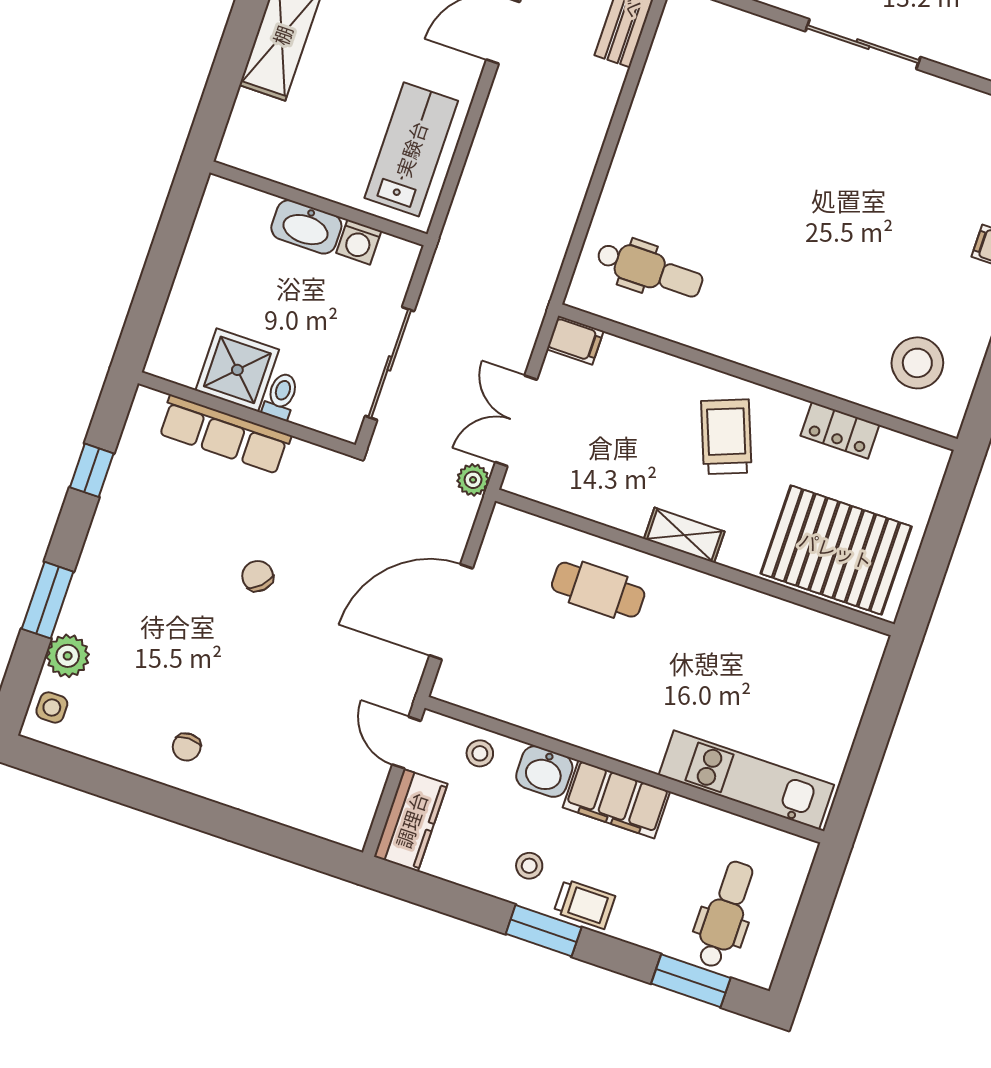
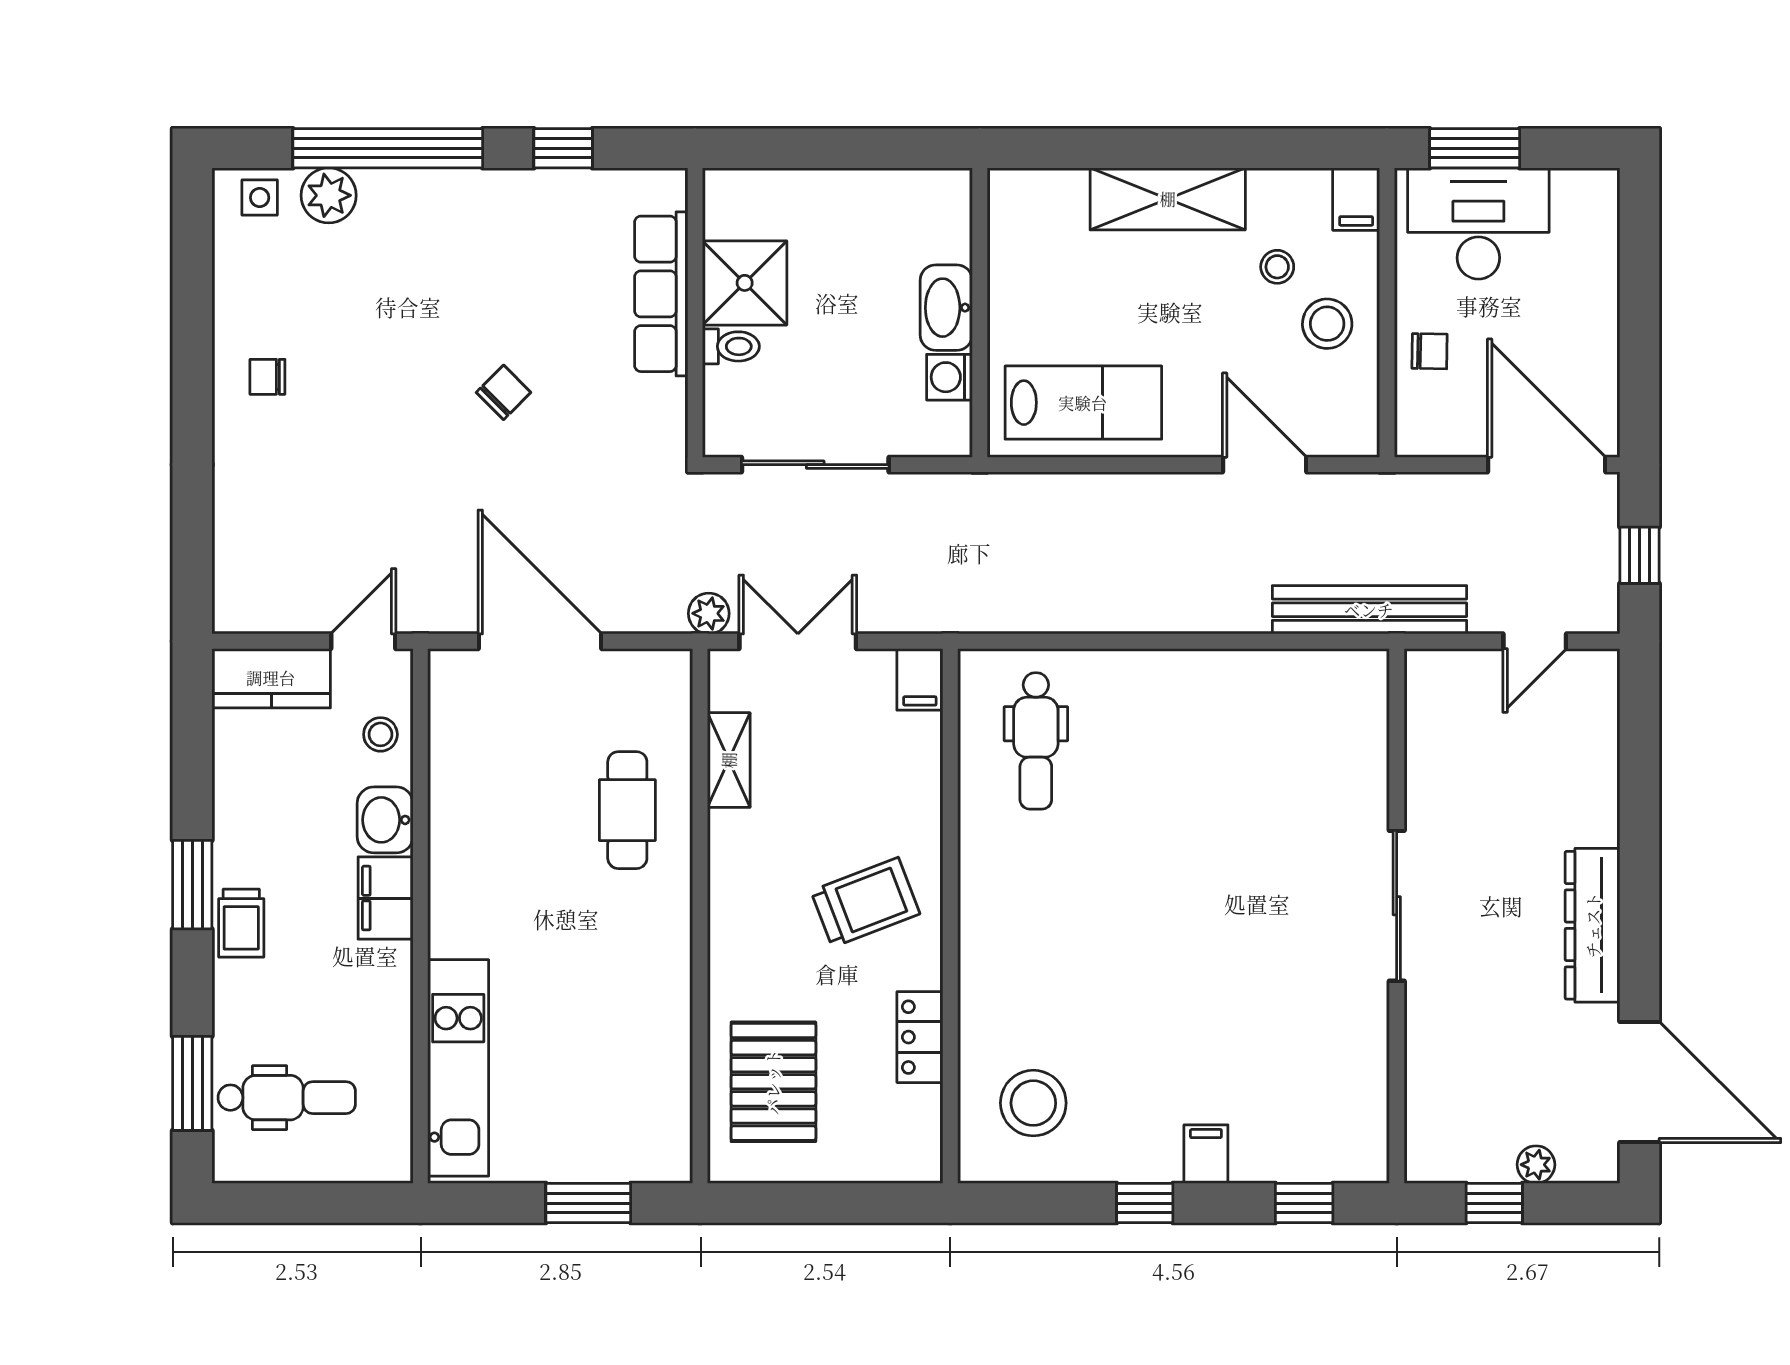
shelving: (684, 535) -> (729, 760), moved
pallet: (836, 550) -> (773, 1082), width x0.73, depth x0.71
window: (48, 600) -> (388, 148), width x2.11
window: (879, 718) -> (588, 1203), added
filing cabinet: (616, 799) -> (386, 898), width x0.67, depth x0.86
stool: (529, 866) -> (265, 840), removed

